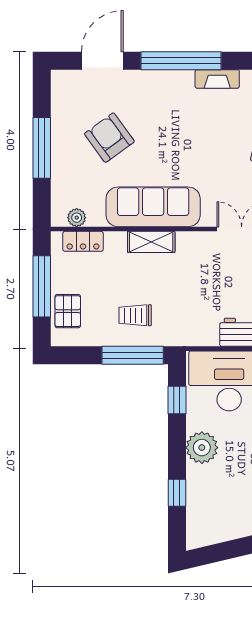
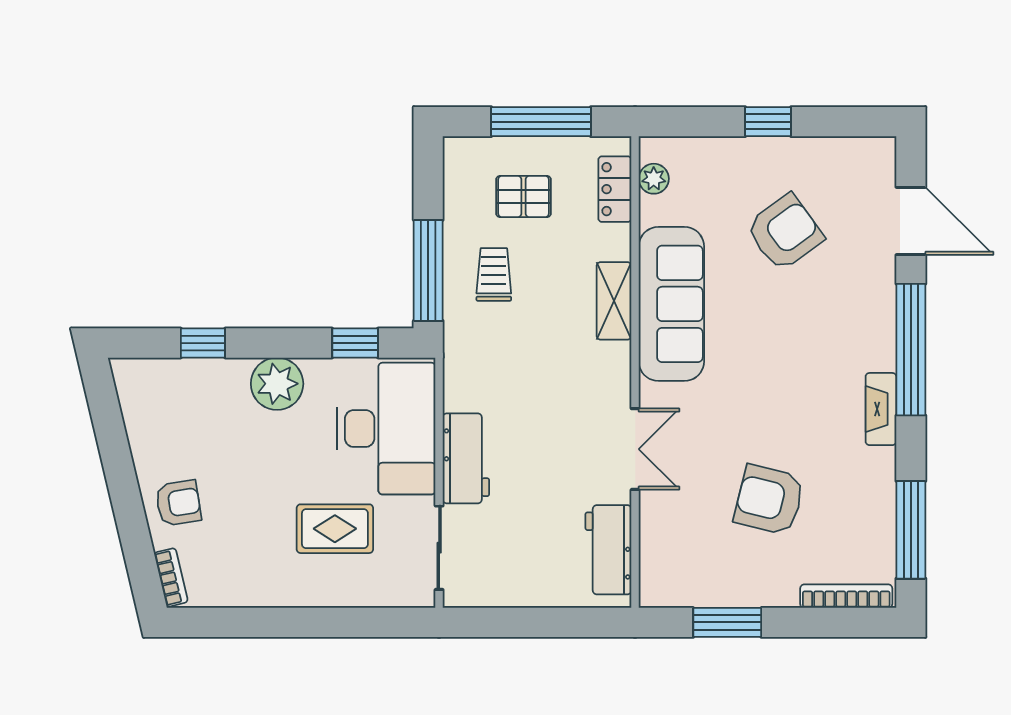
window: (42, 148) -> (768, 122), width x0.46
pallet: (68, 311) -> (524, 197), moved

